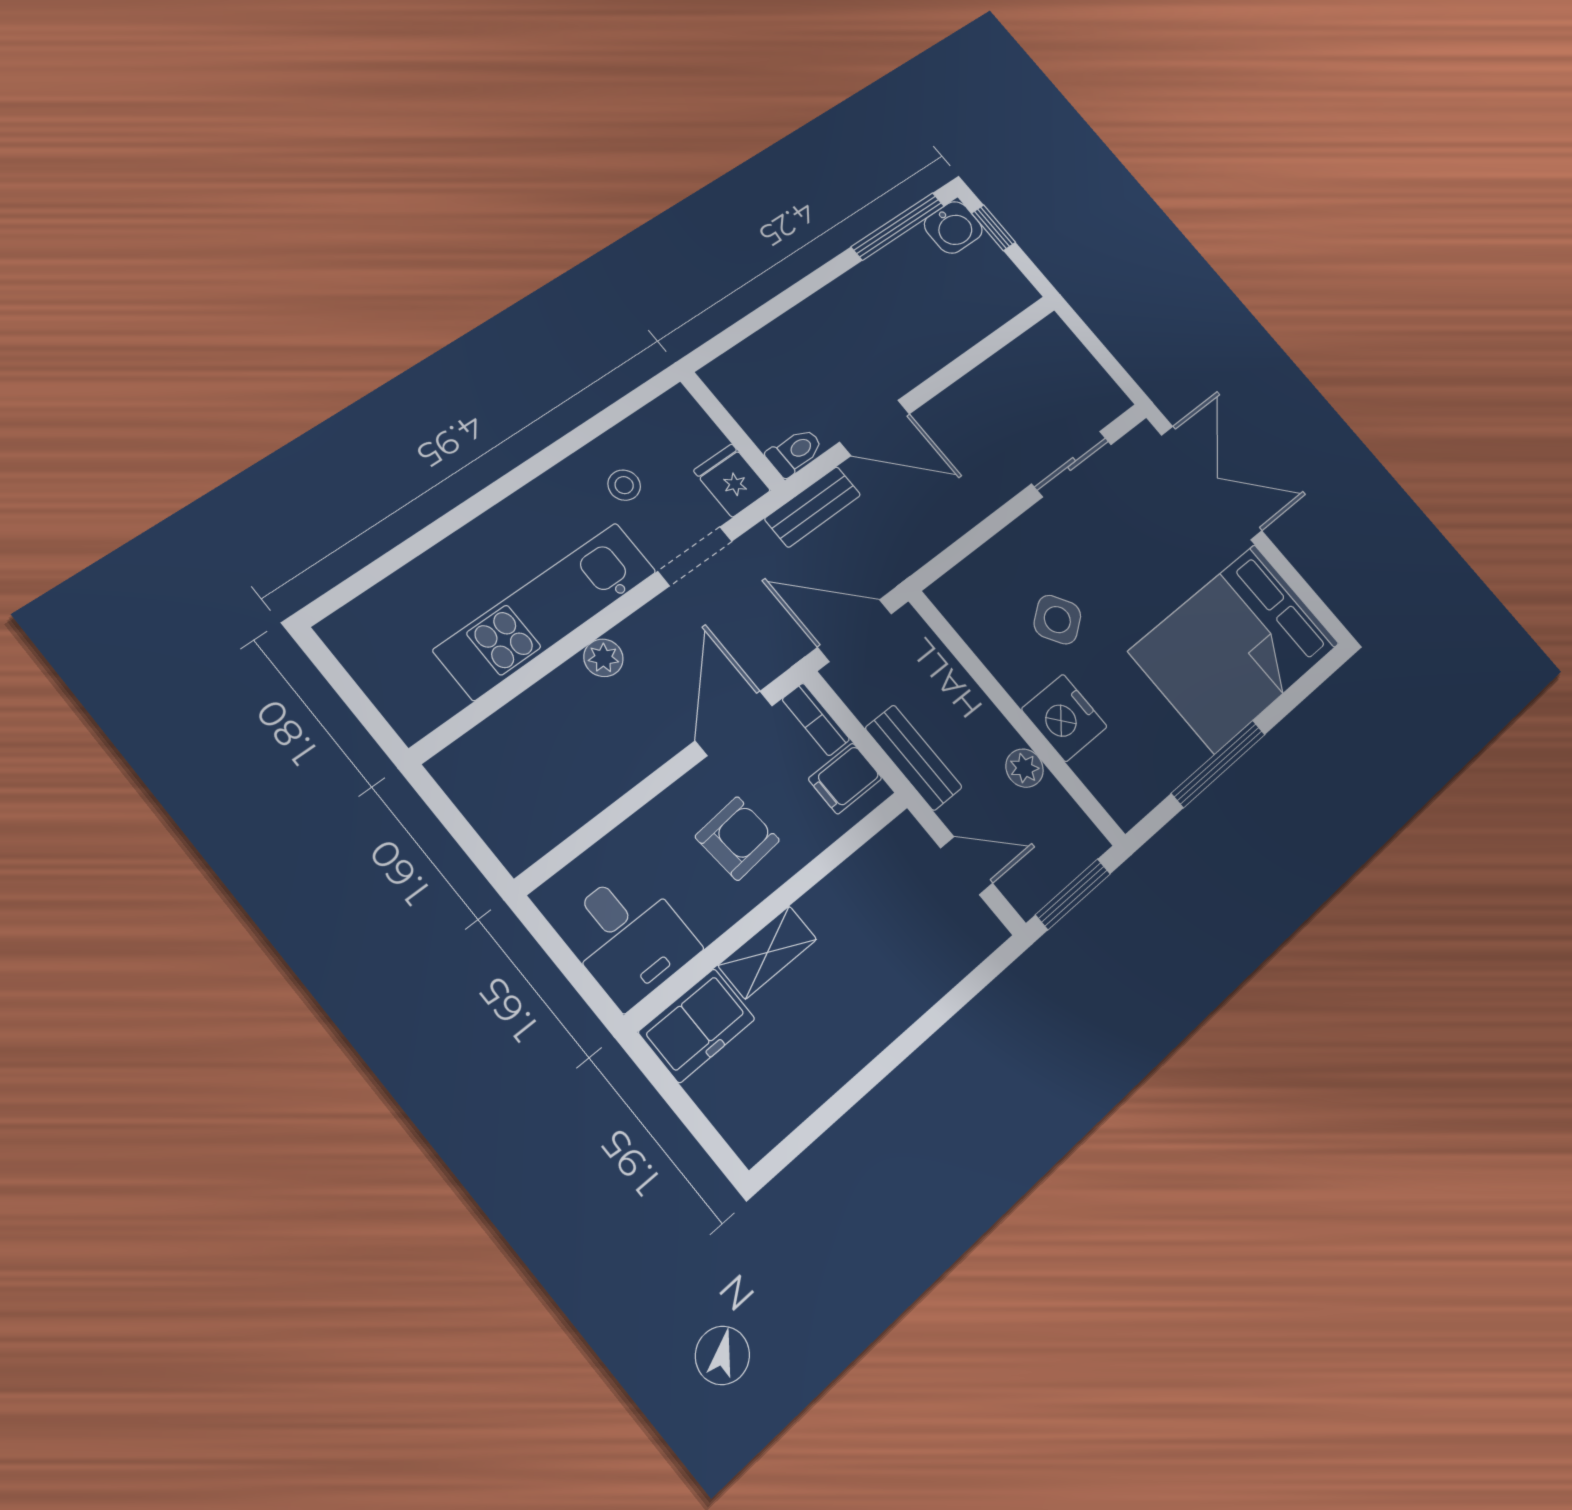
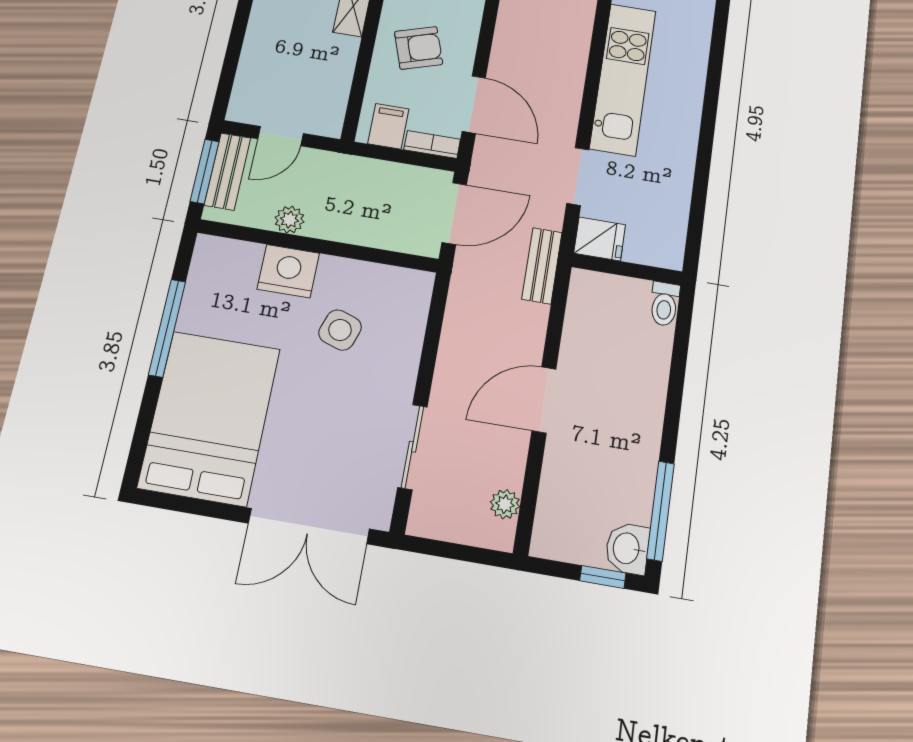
door: (875, 428) -> (544, 400), moved
toilet: (795, 452) -> (664, 304), moved
stool: (624, 485) -> (652, 182), removed
side table: (1057, 620) -> (340, 330), turned -37
plant: (603, 658) -> (505, 504), moved
bench: (914, 758) -> (227, 171), moved, turned 90
armchair: (737, 838) -> (419, 48), turned -103

